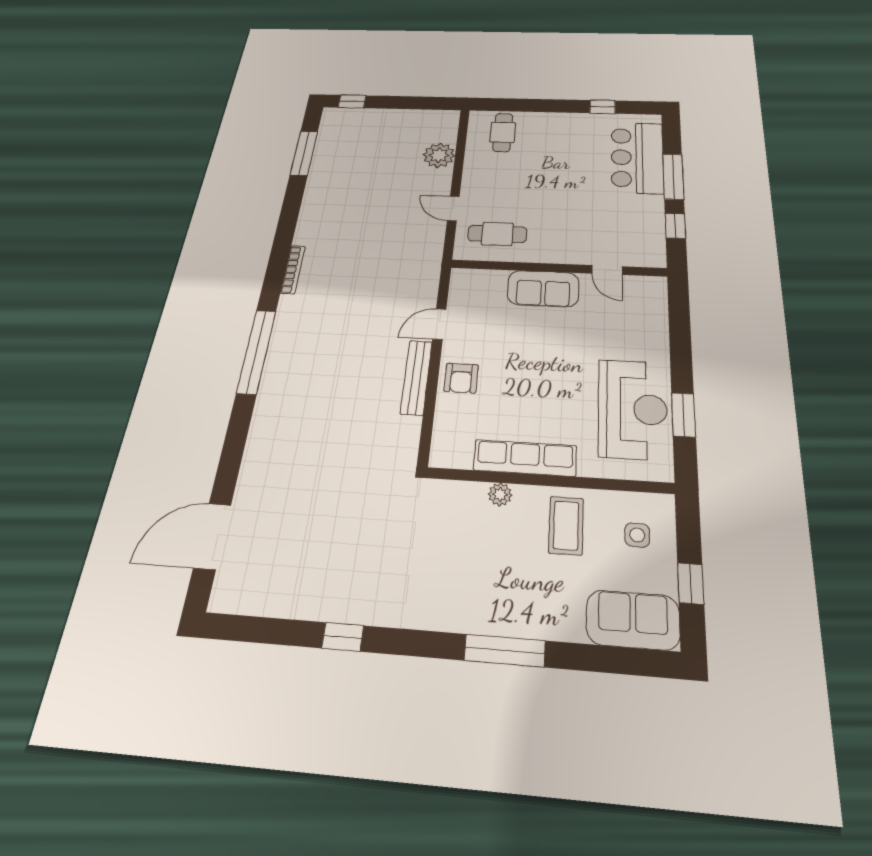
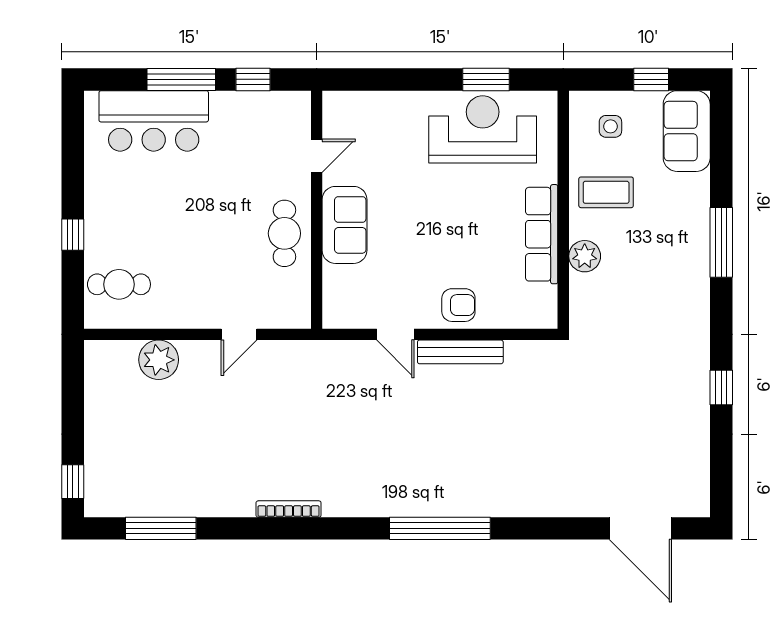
window: (603, 107) -> (73, 235), moved
cafe table: (497, 234) -> (284, 233), moved
bookcase: (293, 270) -> (289, 509), moved
plant: (500, 494) -> (585, 256), width x1.38, depth x1.38

